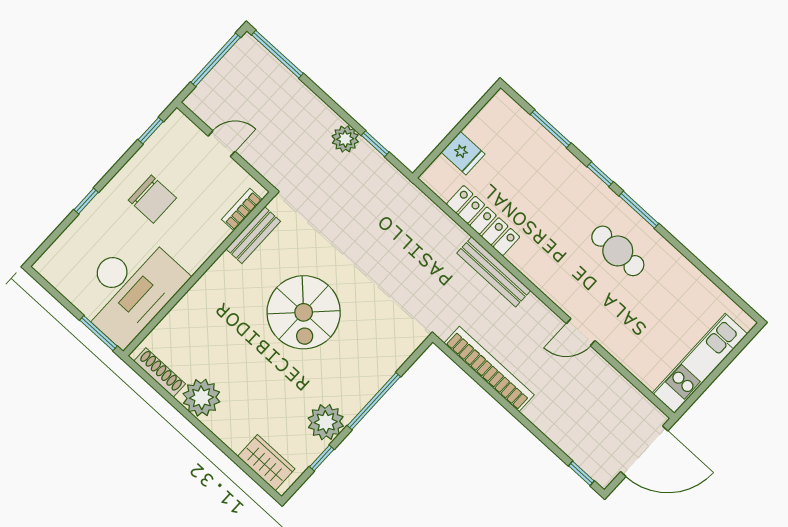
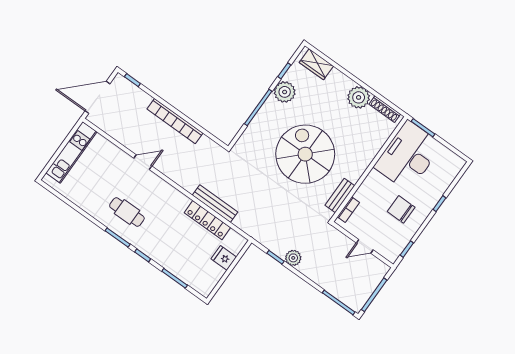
bench: (494, 272) -> (215, 204), moved
spiral stairs: (304, 312) -> (305, 154), width x1.37, depth x1.37
bookcase: (489, 369) -> (175, 121), moved

